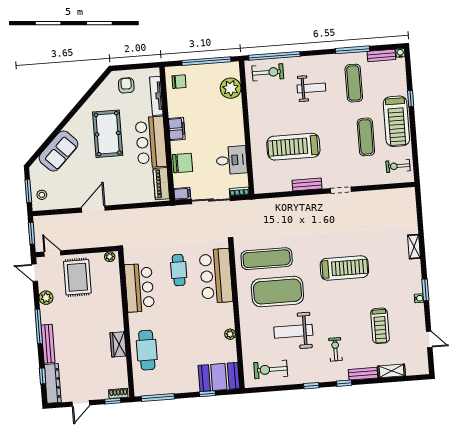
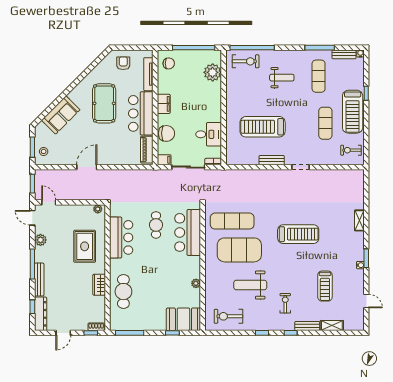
rug: (77, 277) -> (85, 246), moved

